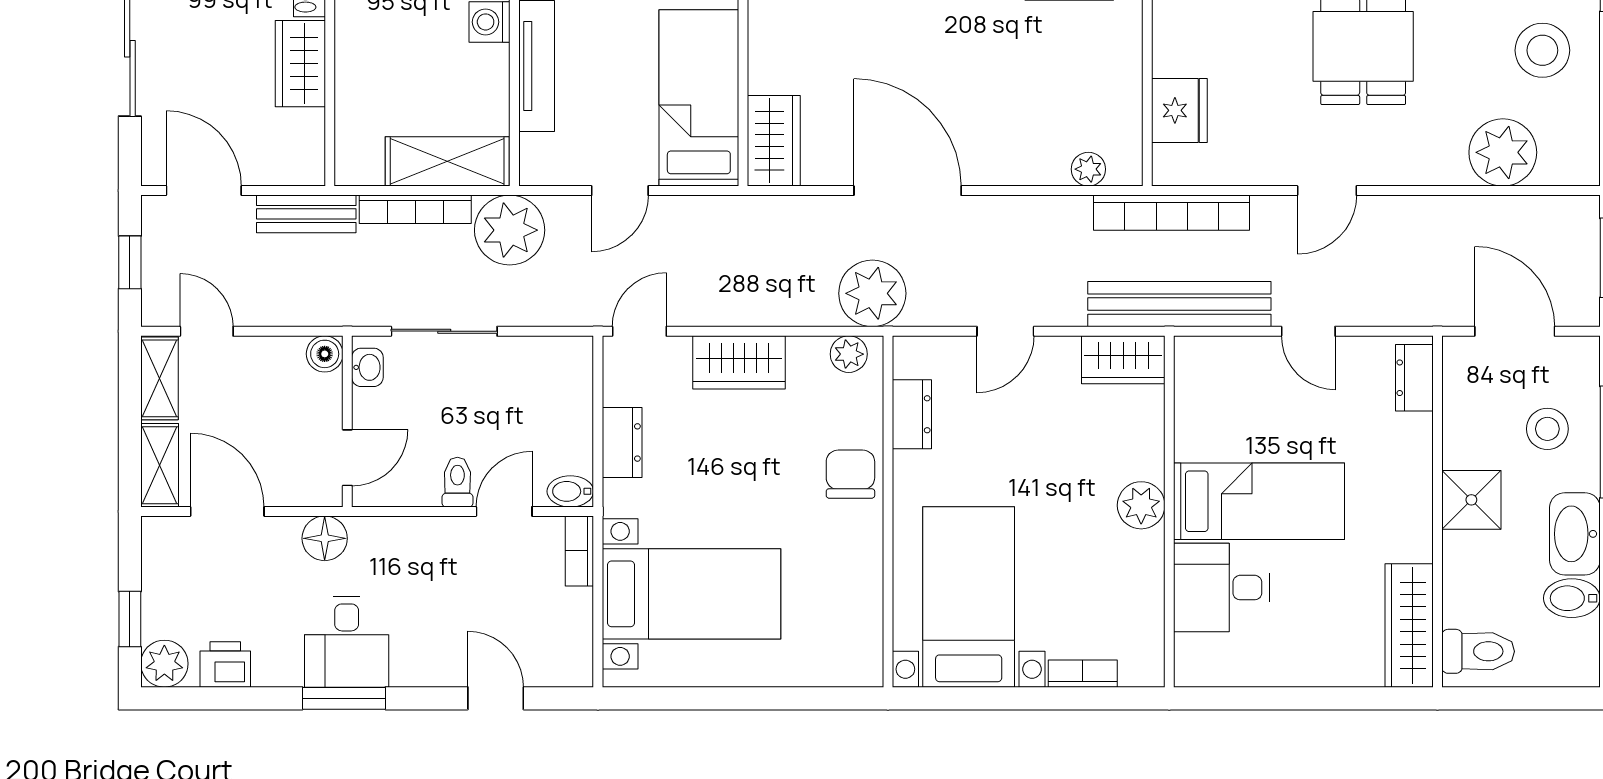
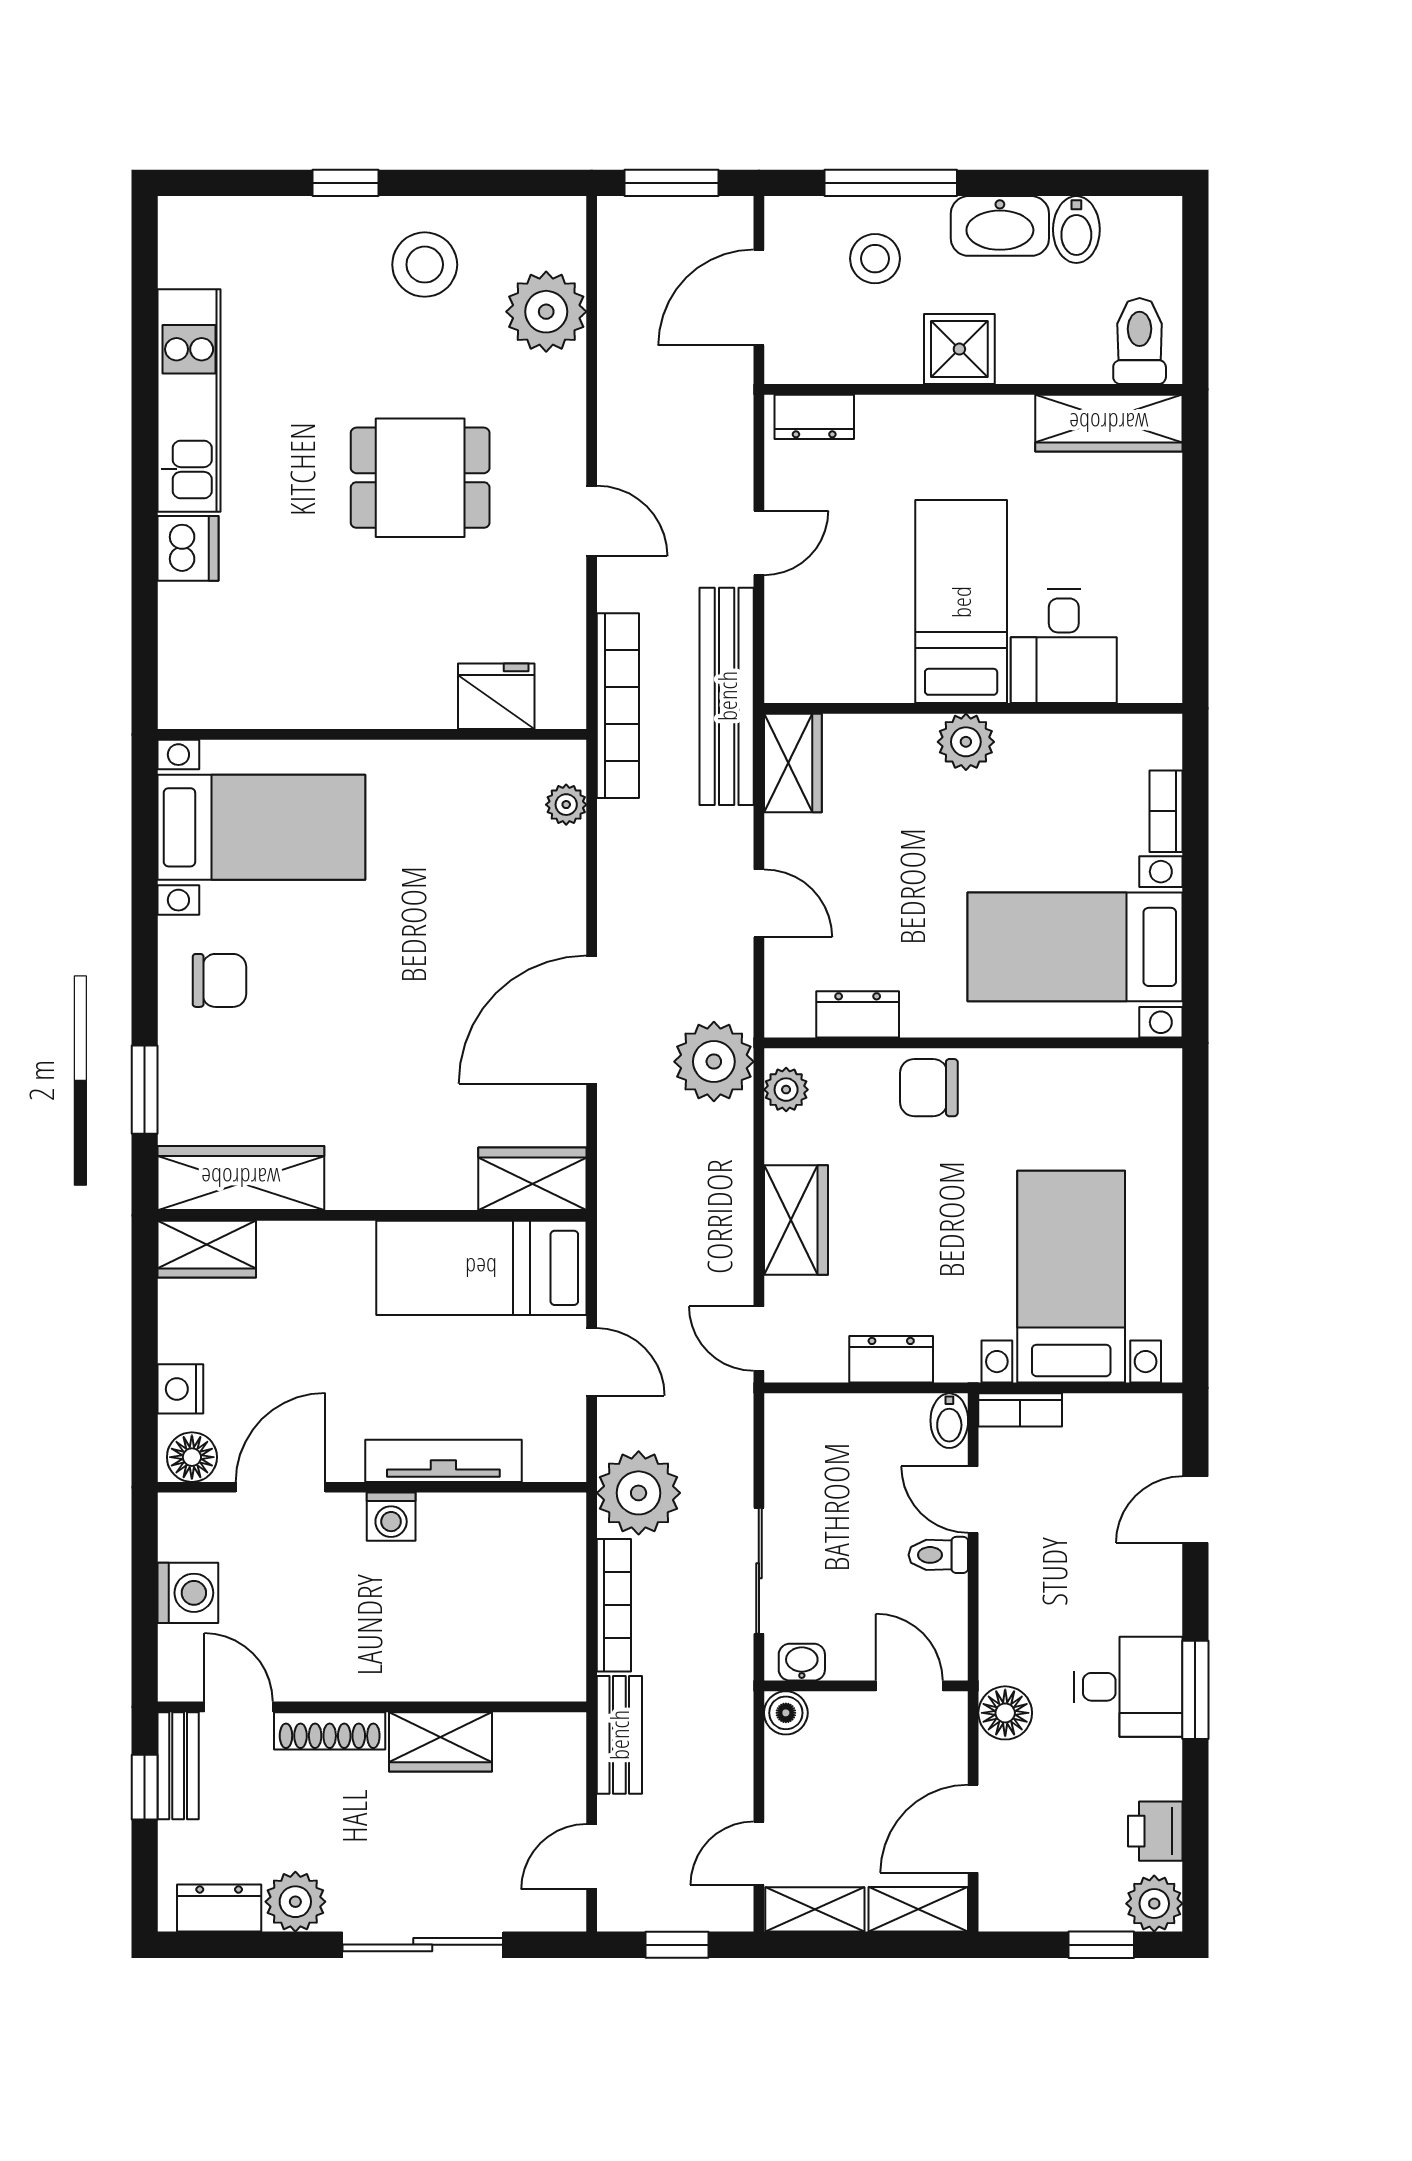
shelving: (447, 161) -> (557, 1567), removed
door: (204, 191) -> (592, 1857), width x0.73

